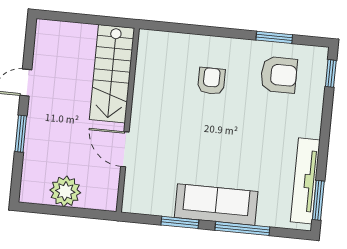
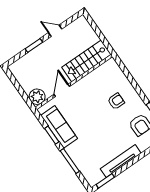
tv unit: (305, 181) -> (121, 161), moved
plant: (65, 191) -> (37, 97), moved
sofa: (216, 205) -> (59, 127), moved

